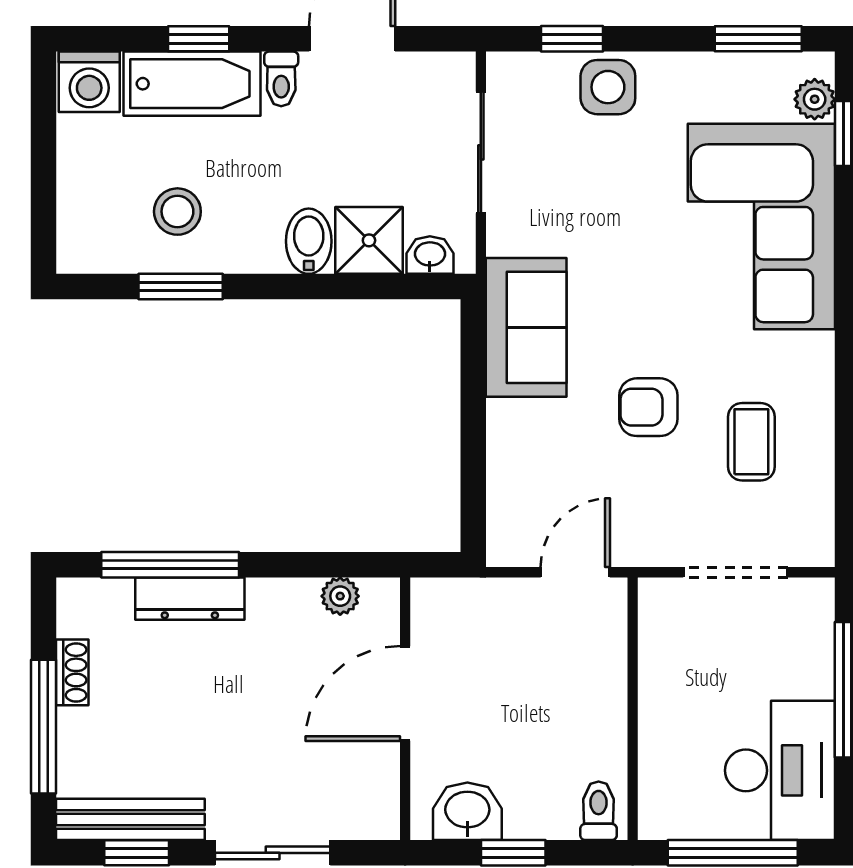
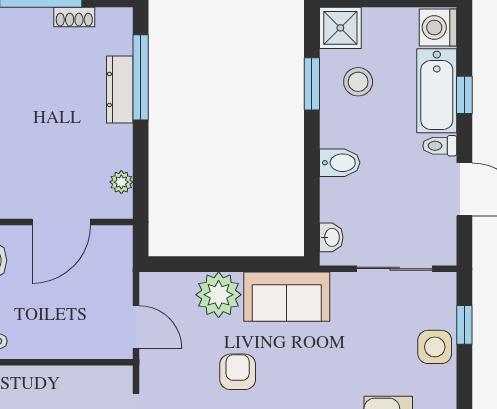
shower: (369, 240) -> (340, 28), moved
plant: (523, 438) -> (219, 295), added
door: (405, 694) -> (61, 222), swing flipped

